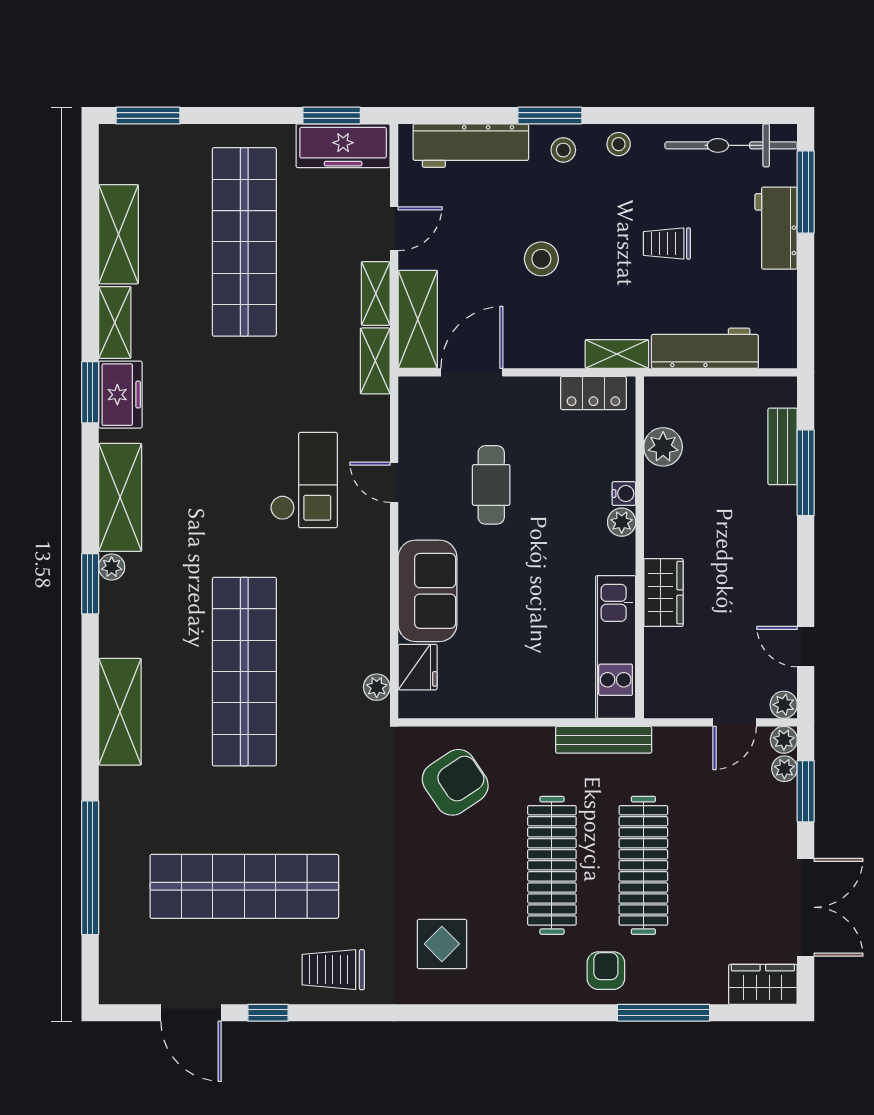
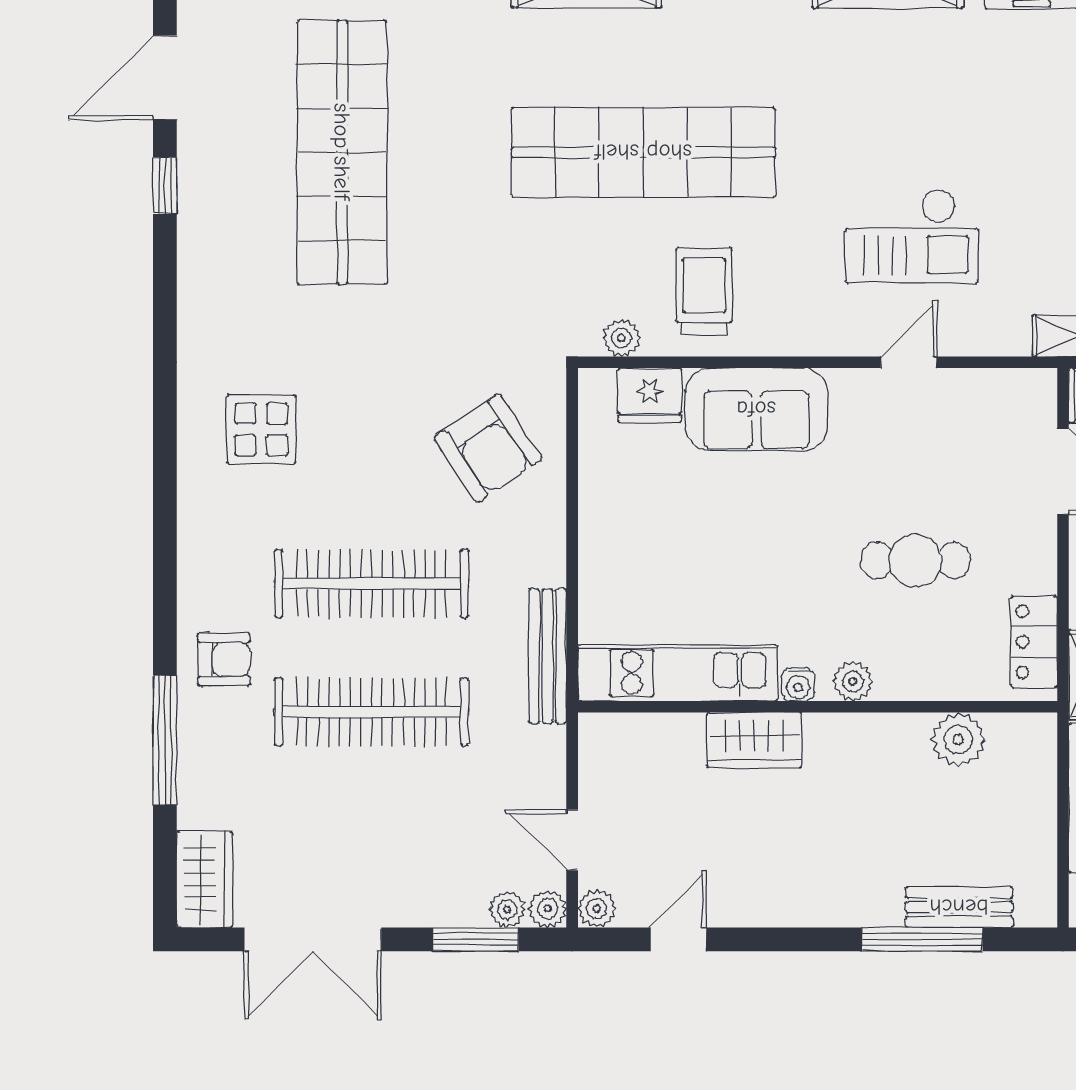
cafe table: (491, 485) -> (915, 560), moved
water cooler: (624, 494) -> (798, 685), moved
trolley: (333, 970) -> (704, 291), moved

